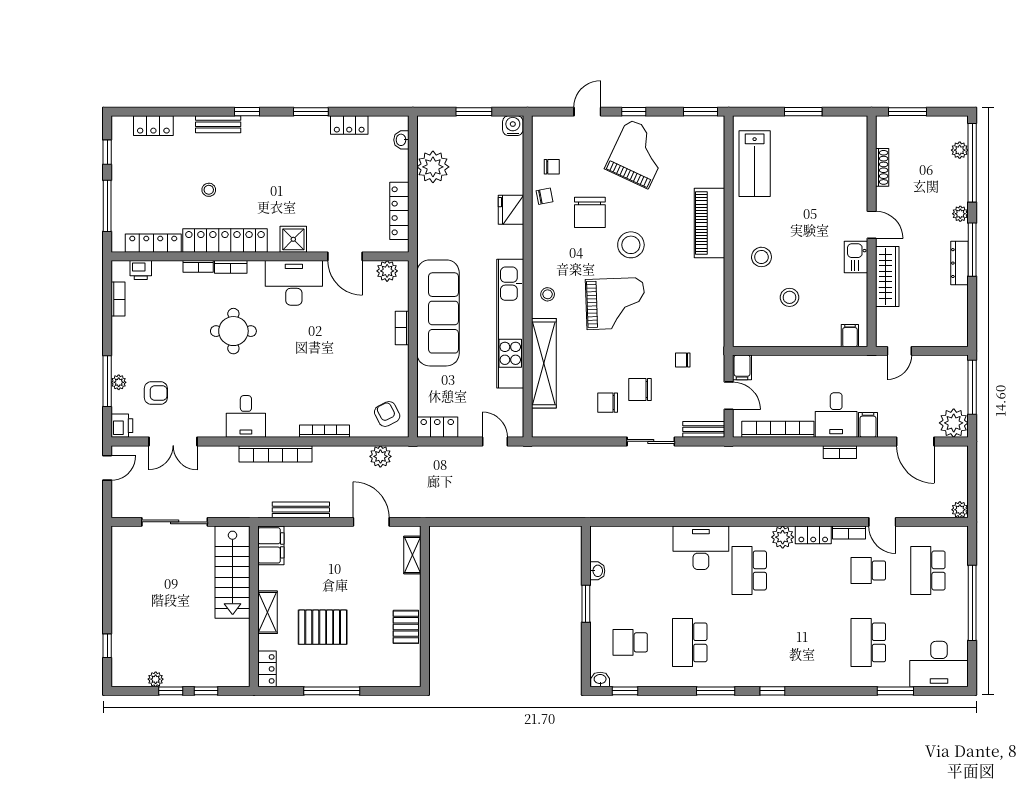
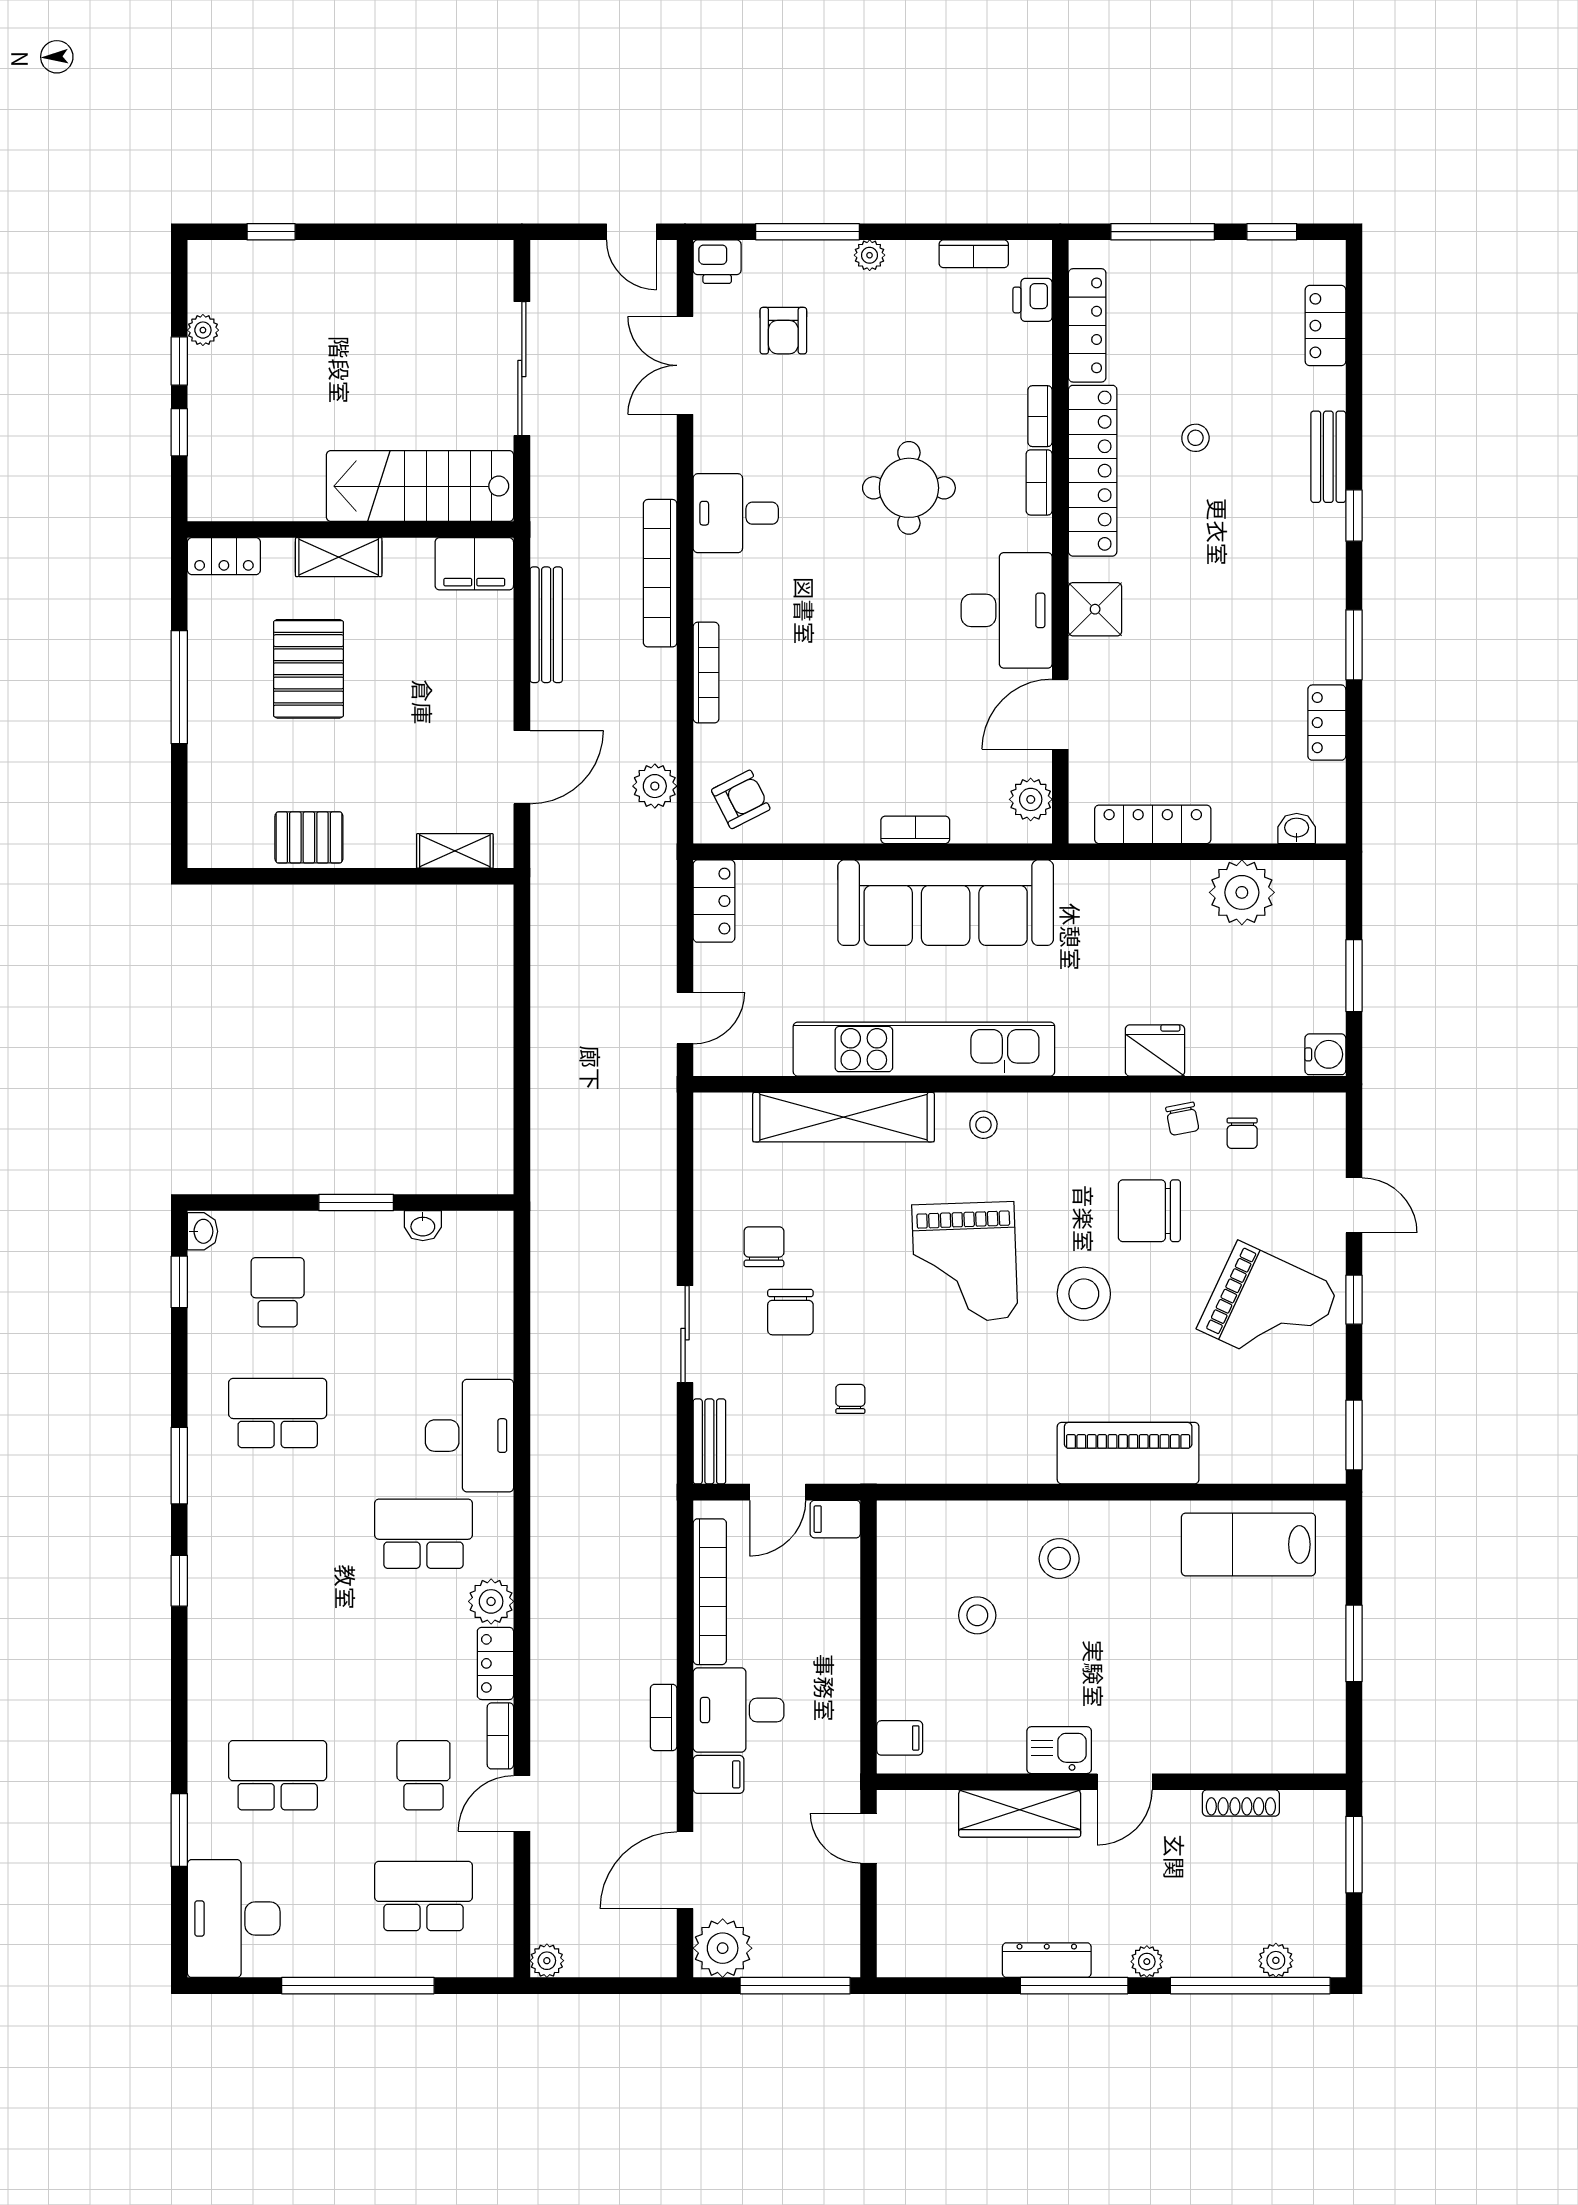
plant: (119, 382) -> (870, 255), moved
chair: (640, 390) -> (790, 1312), turned 180

